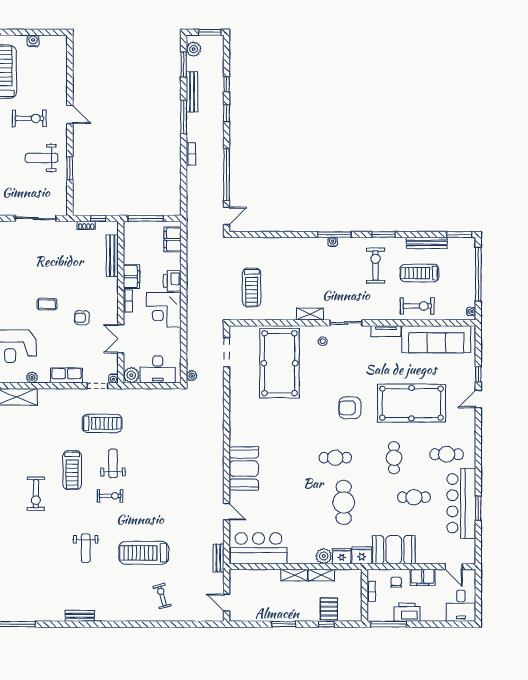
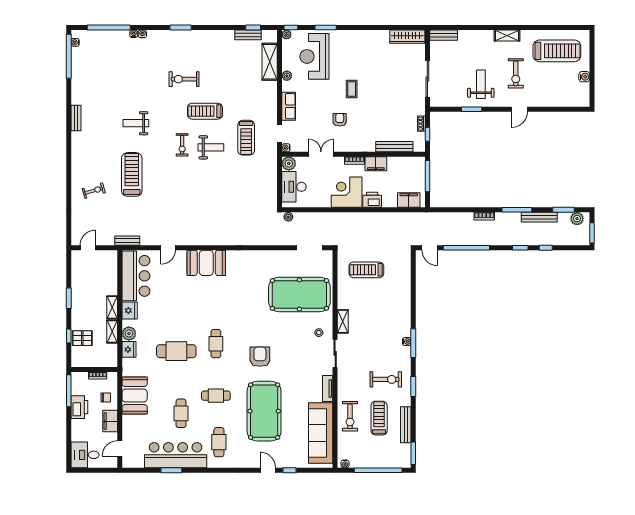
fridge: (362, 555) -> (130, 311), moved

